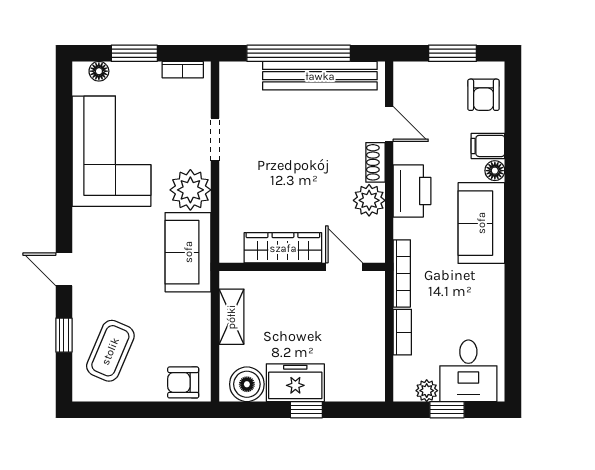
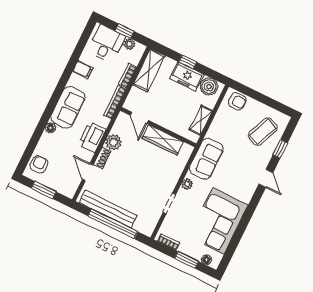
filing cabinet: (488, 146) -> (83, 70), moved
plant: (190, 190) -> (187, 184), width x0.53, depth x0.53
shelving: (369, 361) -> (149, 70), added

